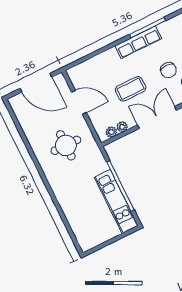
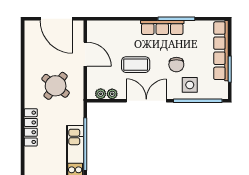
round table: (66, 145) -> (56, 86), turned 38
locker: (62, 195) -> (31, 127), added

